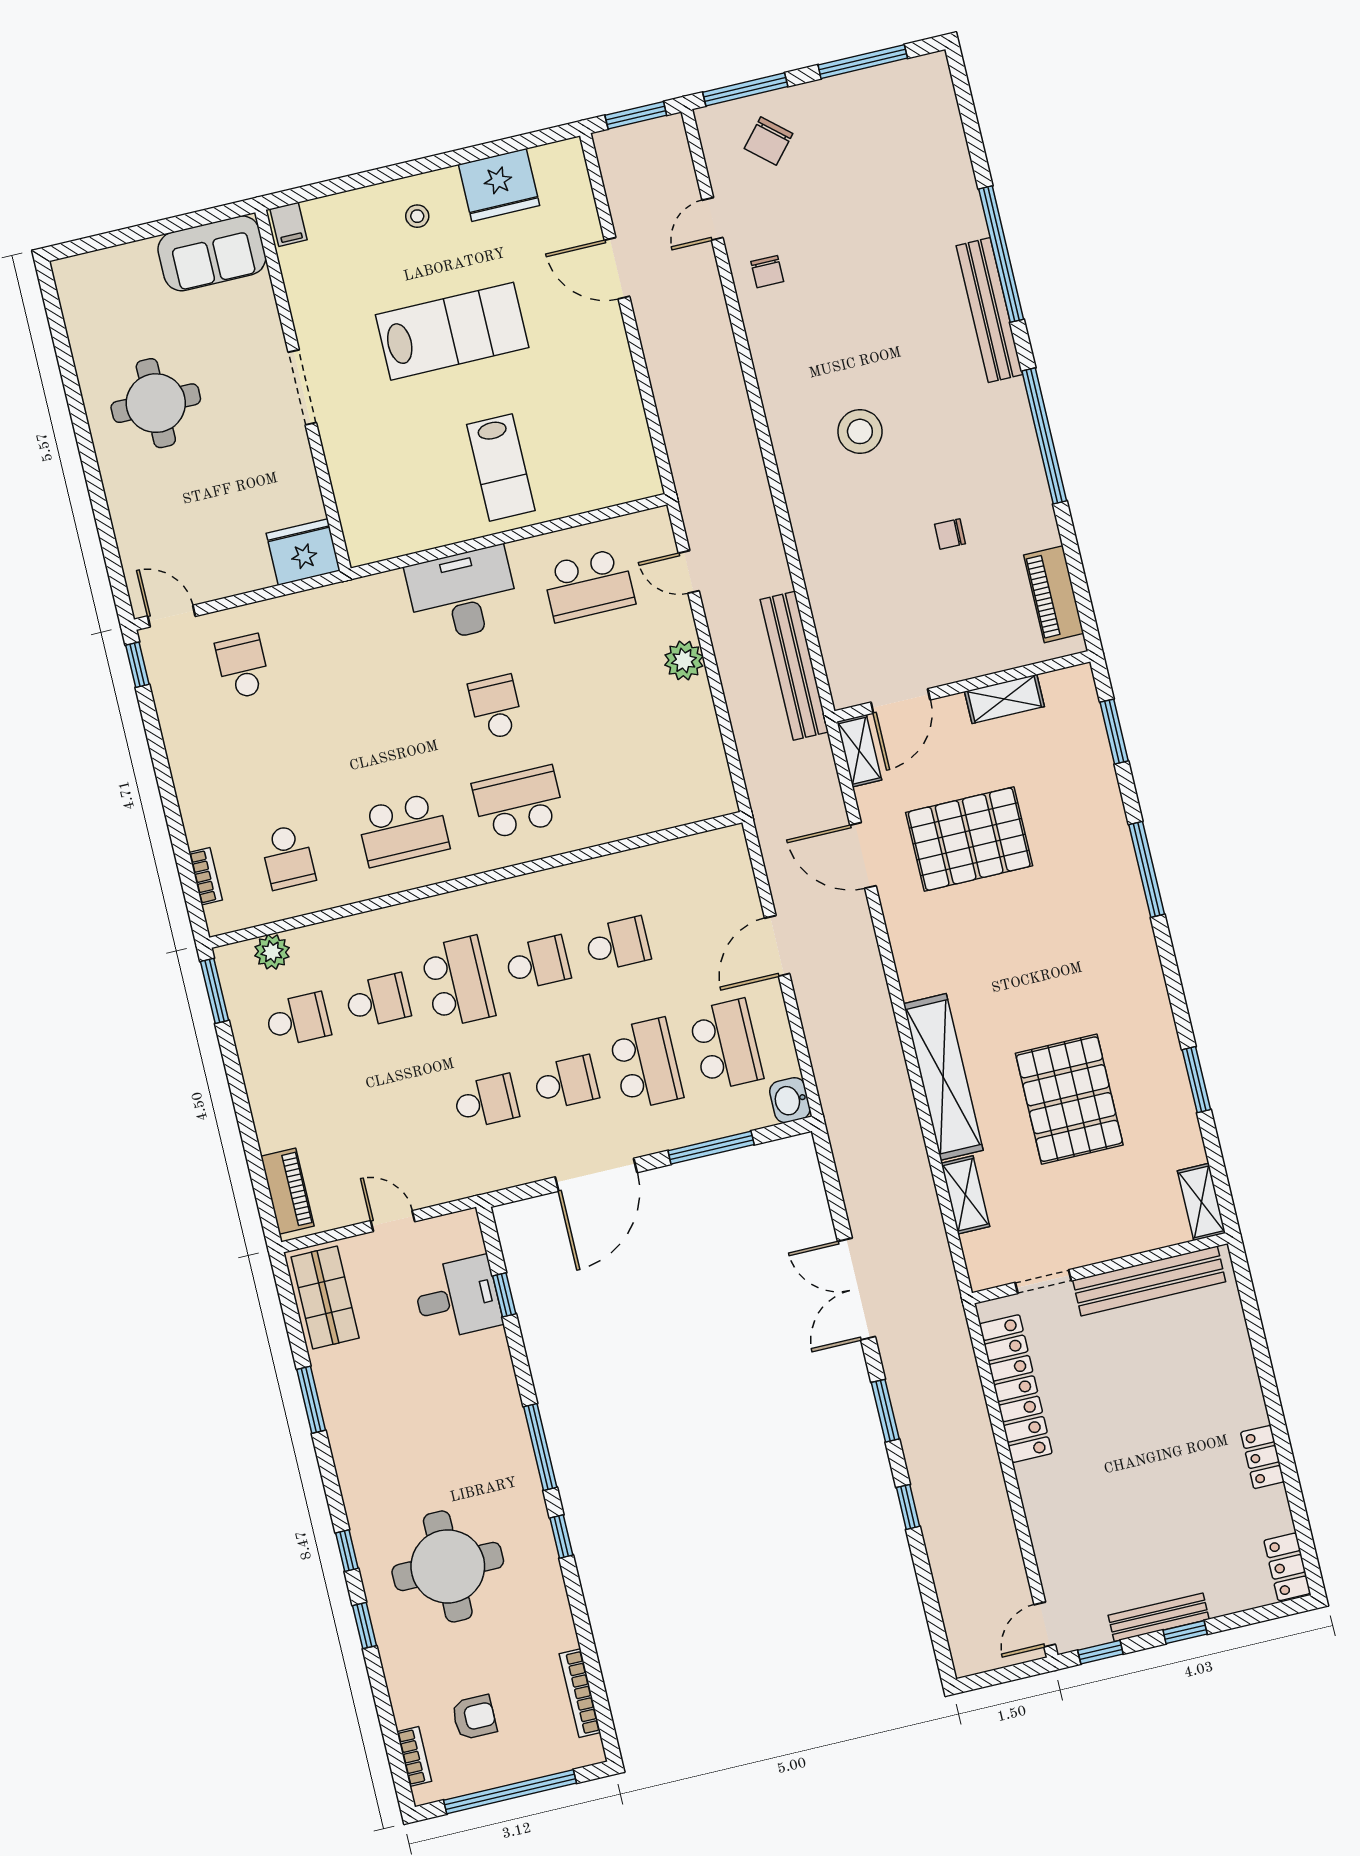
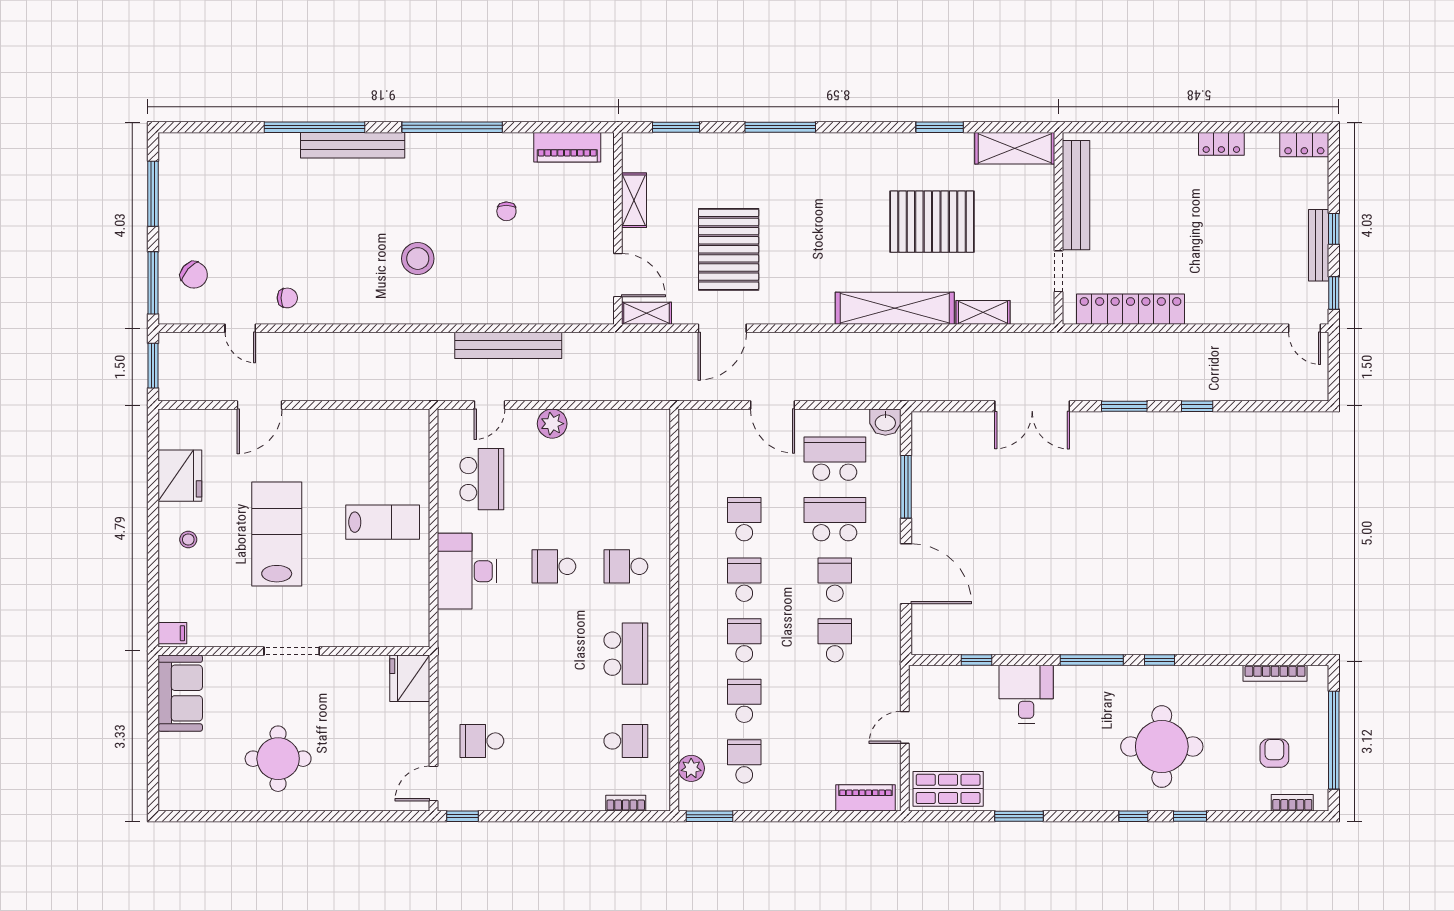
bench: (794, 666) -> (508, 345), moved
school desk: (518, 802) -> (626, 566), width x0.54
school desk: (458, 982) -> (744, 640), width x0.54
shelving: (1201, 1202) -> (1015, 148), width x1.50, depth x1.33
desk: (457, 1298) -> (1026, 694), moved

